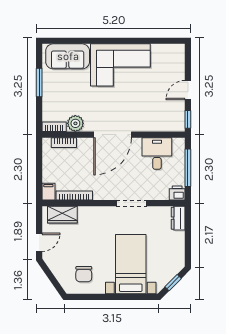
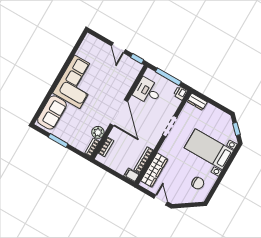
wardrobe: (62, 215) -> (154, 170), width x1.50

